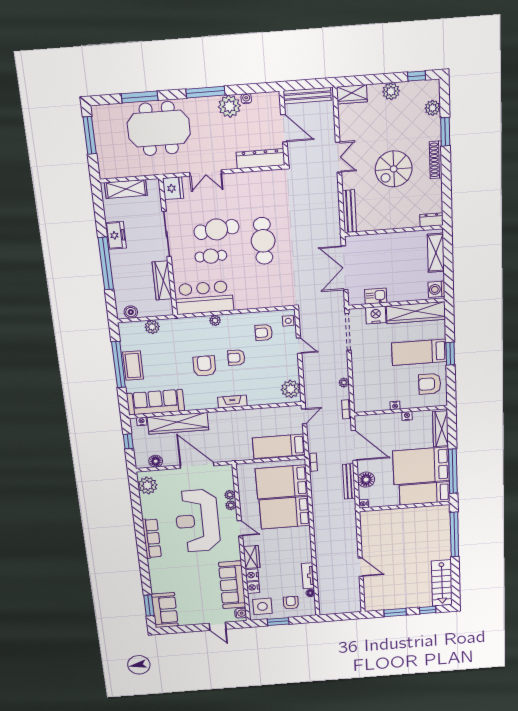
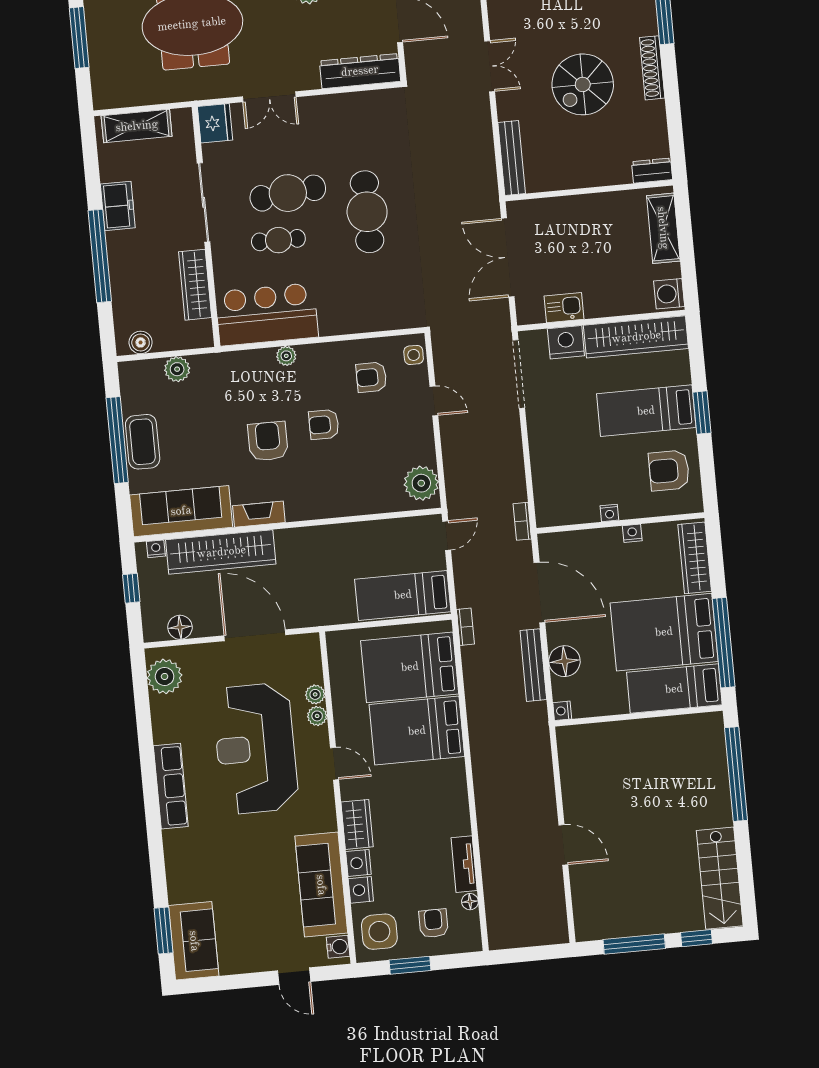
plant: (344, 383) -> (516, 470), removed
fireplace: (232, 402) -> (259, 514), moved
window: (395, 613) -> (634, 944), width x1.44

